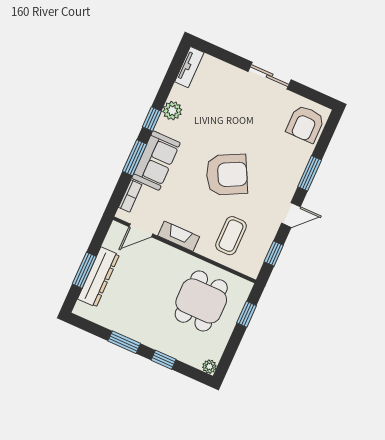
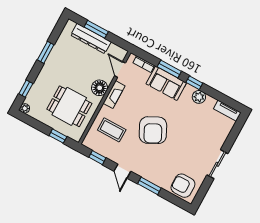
floor lamp: (170, 258) -> (100, 88), added
window: (164, 360) -> (26, 89), moved

